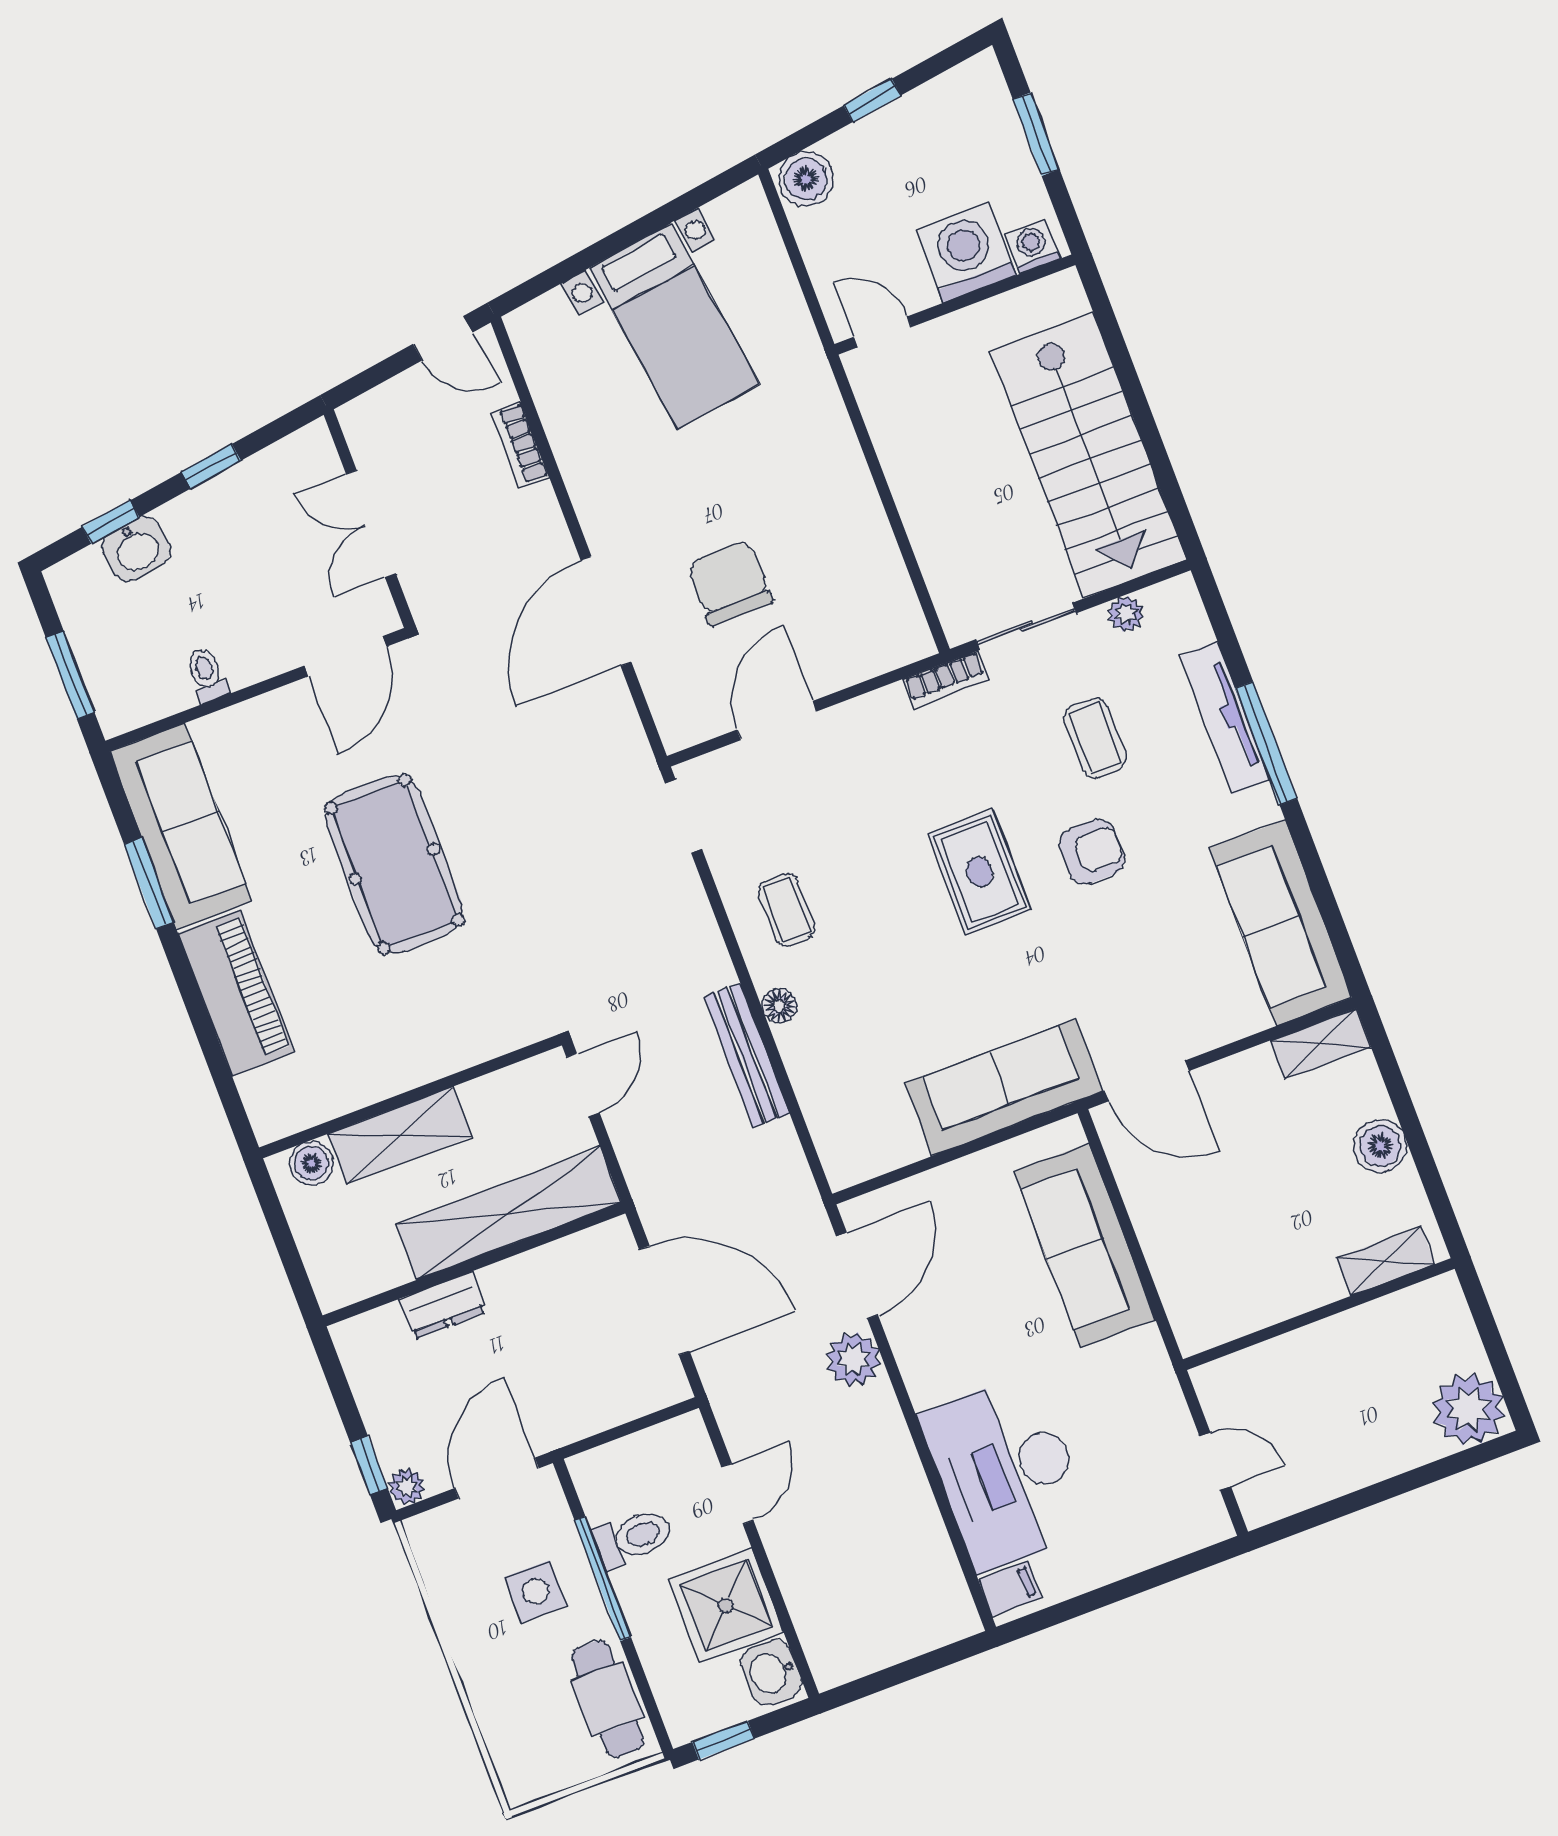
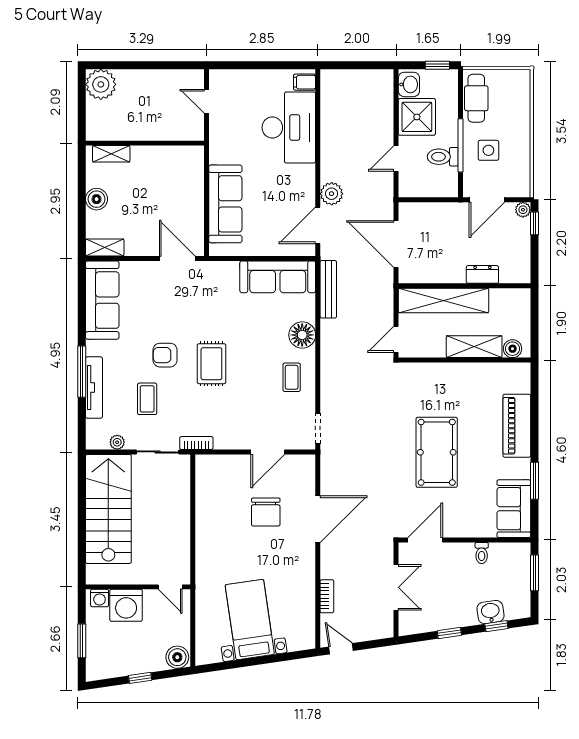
sofa: (181, 826) -> (514, 509), width x0.73
floor lamp: (779, 1006) -> (302, 335), width x1.89, depth x1.89
bench: (747, 1055) -> (328, 289), moved
sofa: (1004, 1087) -> (278, 277), moved

